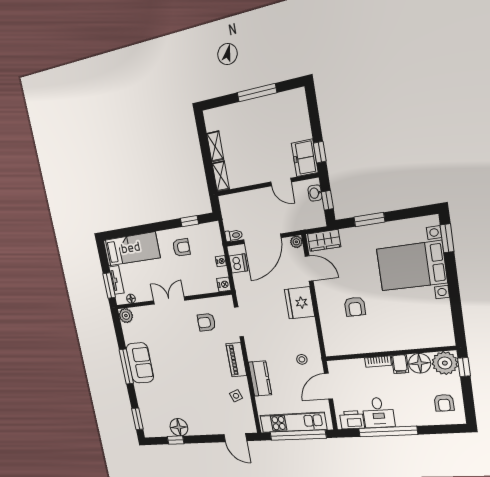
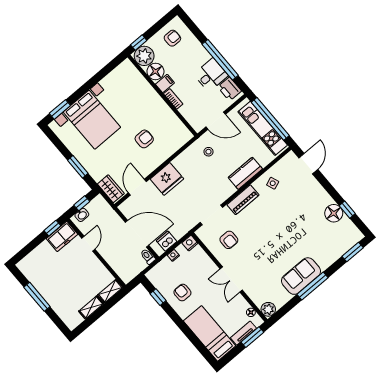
plant: (296, 242) -> (124, 208), removed

